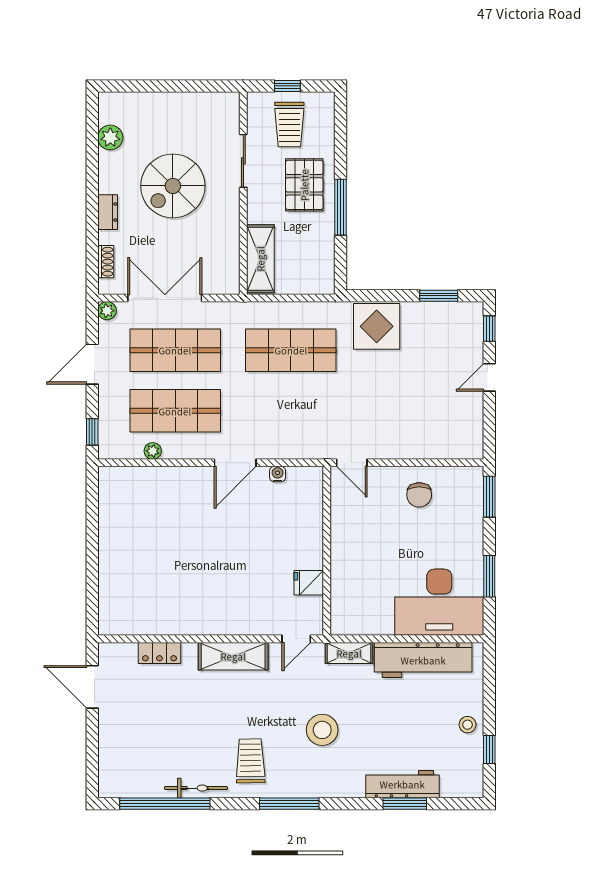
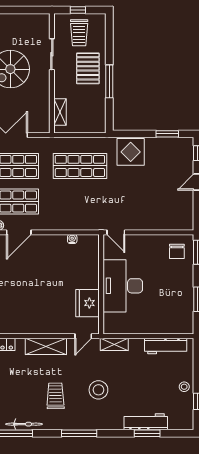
shelving: (260, 259) -> (60, 112), width x0.67, depth x0.75
door: (235, 463) -> (19, 232), moved
chair: (419, 495) -> (177, 251), moved
fridge: (309, 583) -> (88, 303), width x1.88, depth x1.34
desk: (439, 602) -> (123, 286), moved, turned 90
workbench: (423, 660) -> (166, 346), width x0.73, depth x0.76
trolley: (250, 761) -> (55, 396), moved

